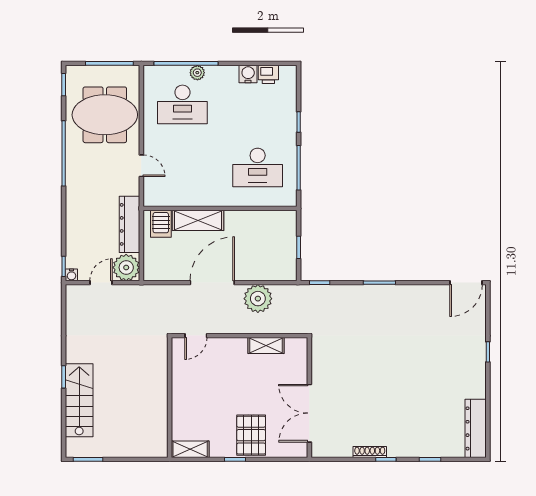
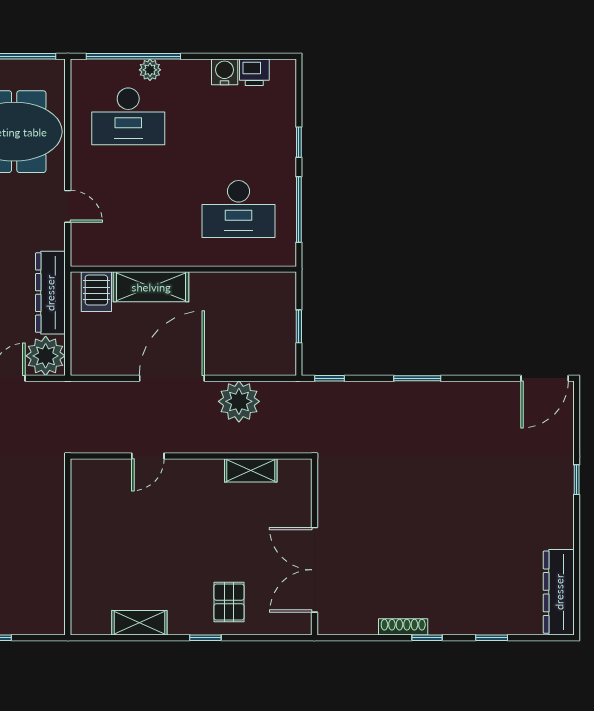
wall: (170, 398) -> (68, 547), moved
pallet: (251, 435) -> (229, 602), width x0.67, depth x0.71

